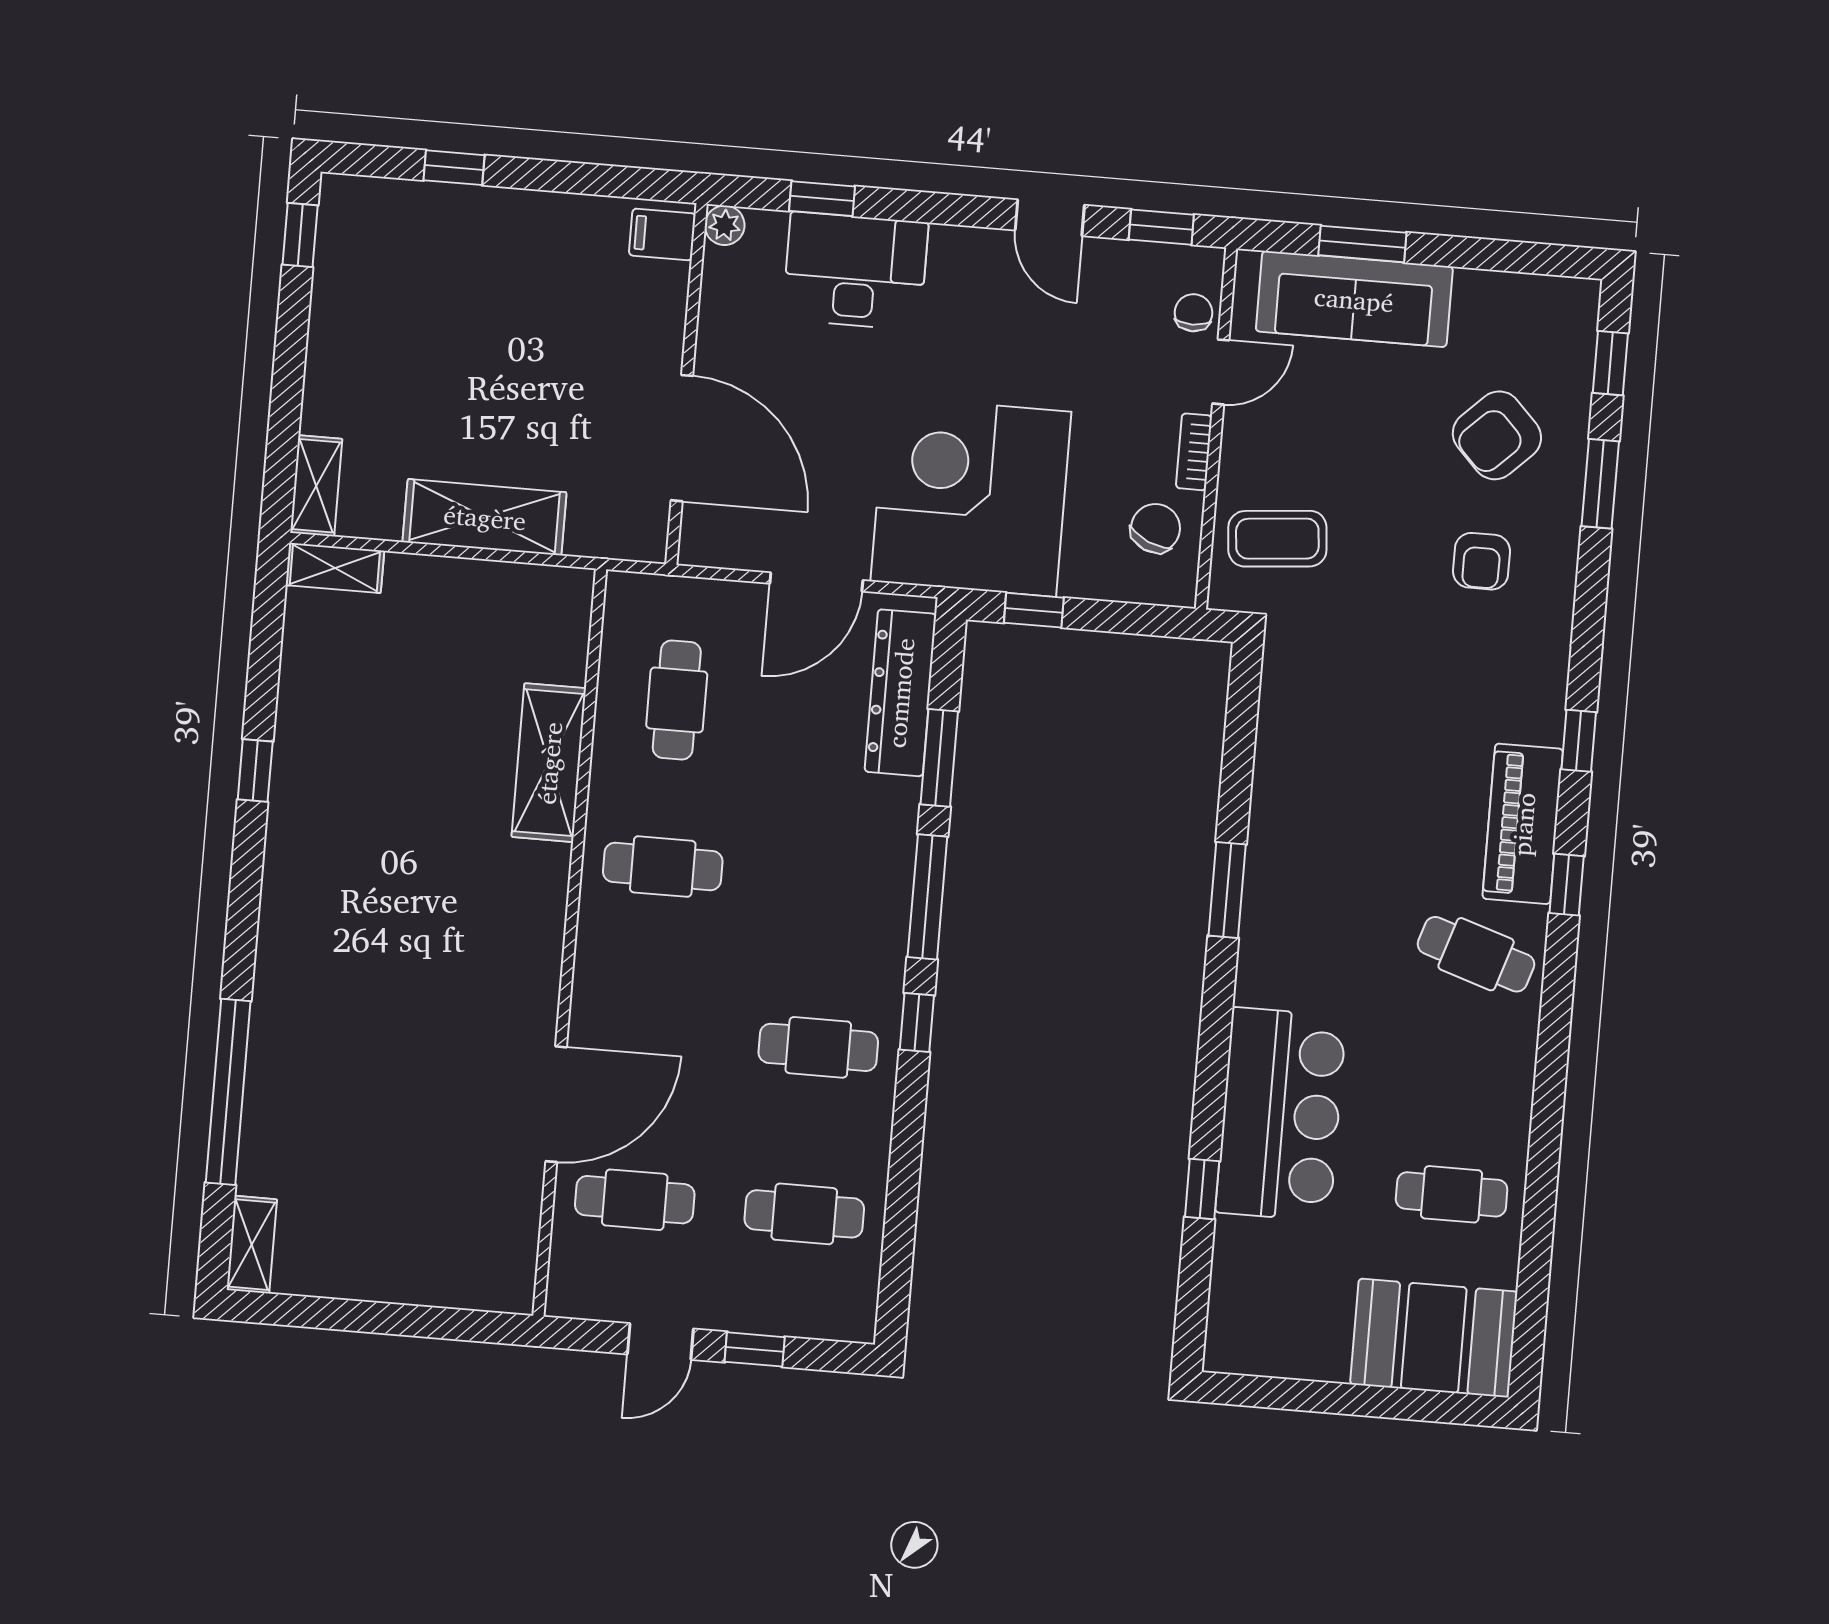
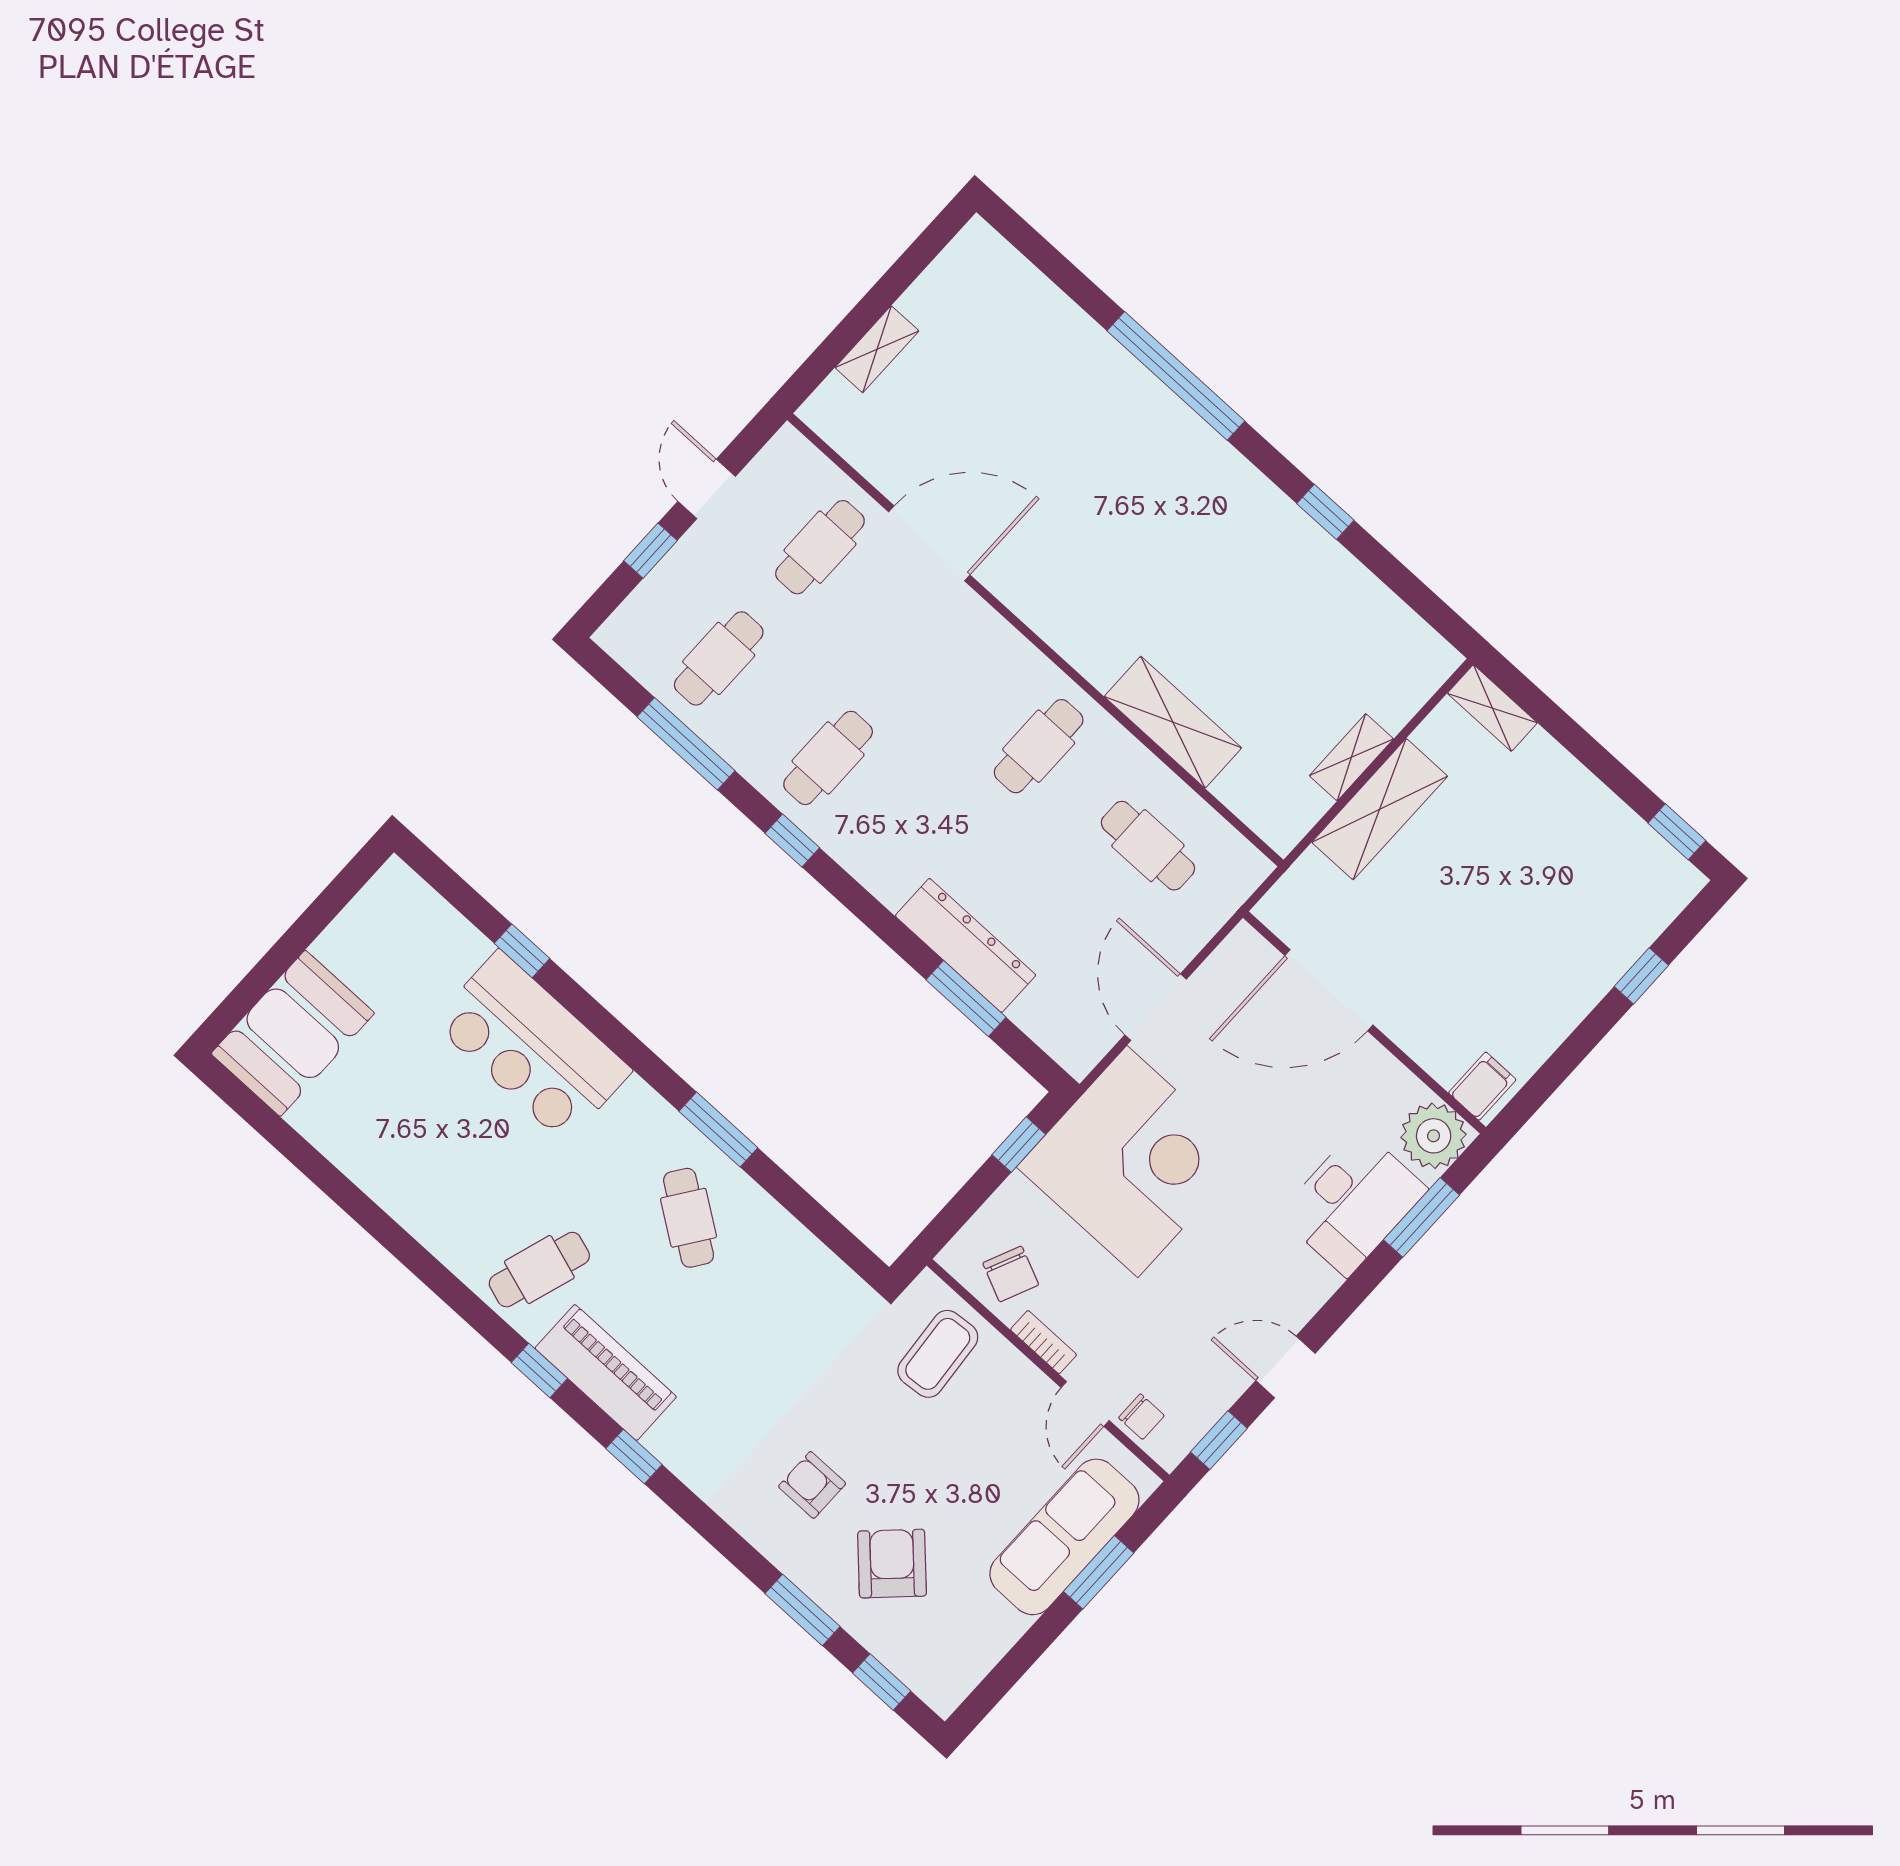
window: (822, 199) -> (1422, 1217), width x1.50
plant: (725, 225) -> (1434, 1136), width x1.87, depth x1.87
shelving: (335, 568) -> (1351, 757), moved
dresser: (900, 693) -> (966, 945), moved
window: (927, 897) -> (686, 744), moved
window: (228, 1092) -> (1176, 376), moved
door: (556, 1104) -> (929, 543), swing flipped
cafe table: (1452, 1194) -> (689, 1218), moved, turned -55
shelving: (252, 1245) -> (877, 349), moved, turned 90

